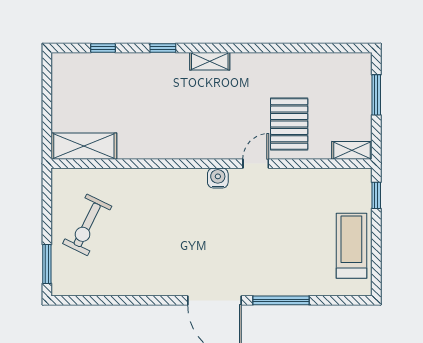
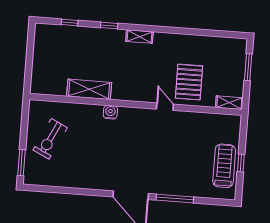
shelving: (84, 146) -> (89, 89), moved
door: (256, 164) -> (165, 107), hinge flipped
water cooler: (218, 178) -> (110, 112), moved
window: (376, 195) -> (241, 163), moved

